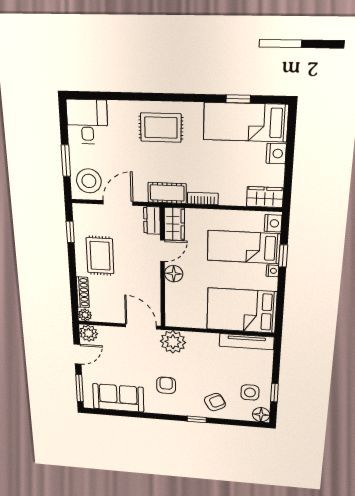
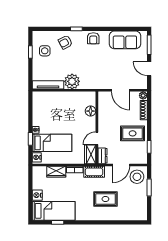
desk: (87, 122) -> (136, 209), removed
rug: (161, 128) -> (105, 199), moved
wardrobe: (265, 197) -> (56, 172), moved
rug: (100, 256) -> (133, 133), turned 90
floor lamp: (174, 274) -> (91, 111), moved
bed: (242, 311) -> (52, 104), removed
door: (141, 326) -> (121, 90), moved
plant: (89, 333) -> (142, 83), removed
plant: (173, 342) -> (72, 81), moved
door: (77, 354) -> (149, 69), hinge flipped
armchair: (166, 385) -> (93, 38), moved
floor lamp: (261, 415) -> (37, 36), removed

